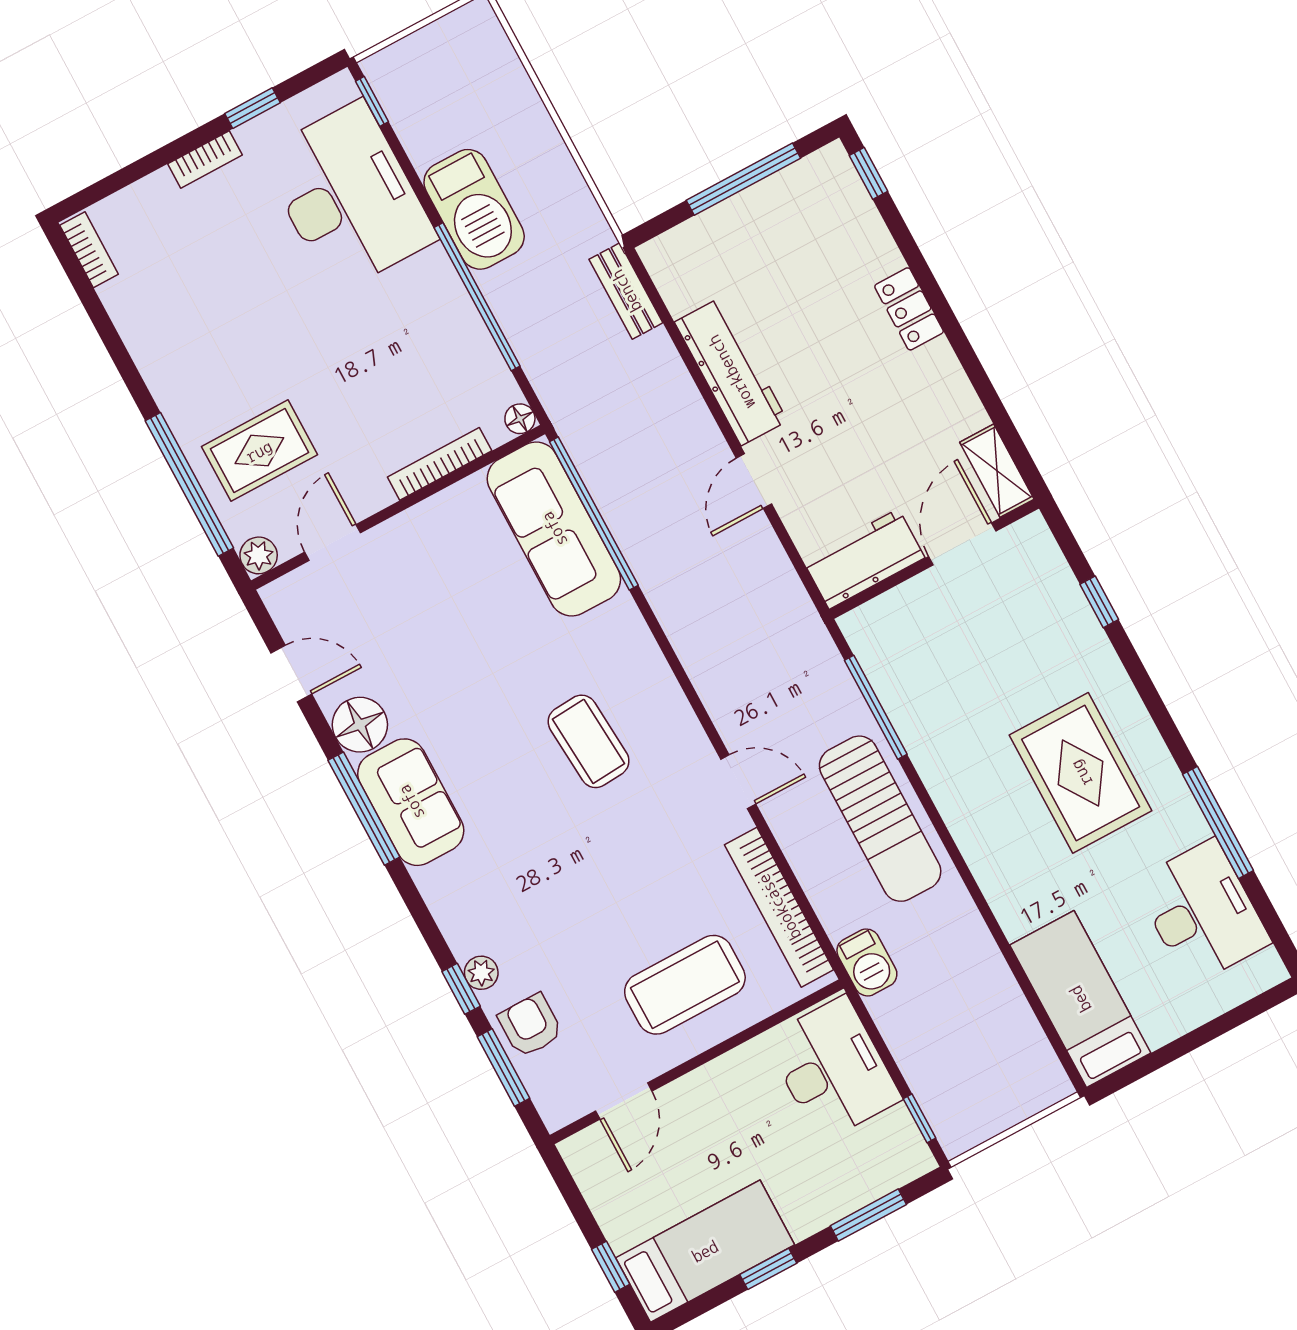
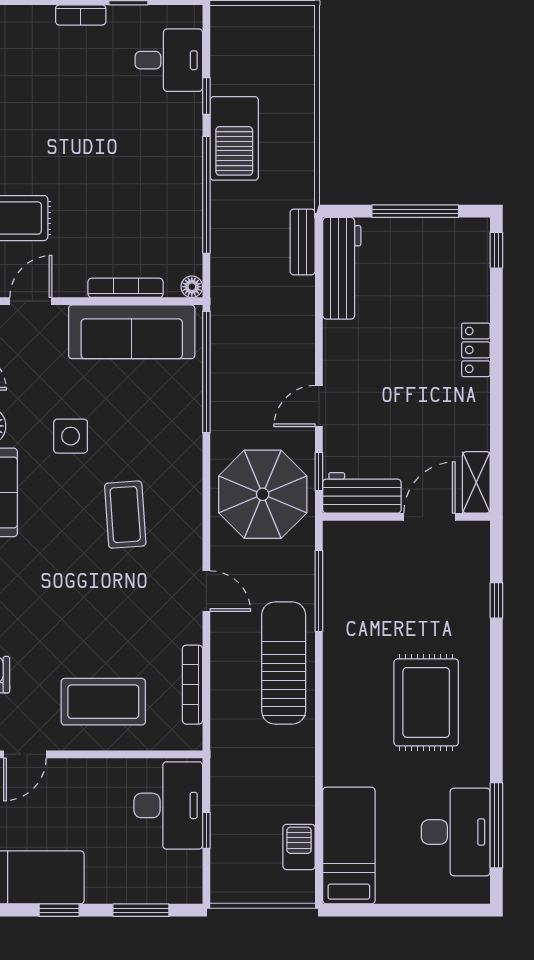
window: (372, 101) -> (206, 96), moved
desk: (348, 197) -> (169, 60), width x0.53, depth x0.77
workbench: (731, 372) -> (342, 268), moved
sofa: (554, 529) -> (132, 332), moved, turned -90
window: (797, 561) -> (319, 471), added
parasol: (743, 626) -> (263, 494), added
side table: (470, 681) -> (71, 436), added
sun lounger: (880, 819) -> (284, 663), turned 180
window: (1218, 822) -> (496, 825), moved
bookcase: (779, 907) -> (192, 685), width x0.68, depth x0.76
barbecue: (867, 962) -> (299, 847), moved, turned 180
window: (920, 1118) -> (206, 830), moved

